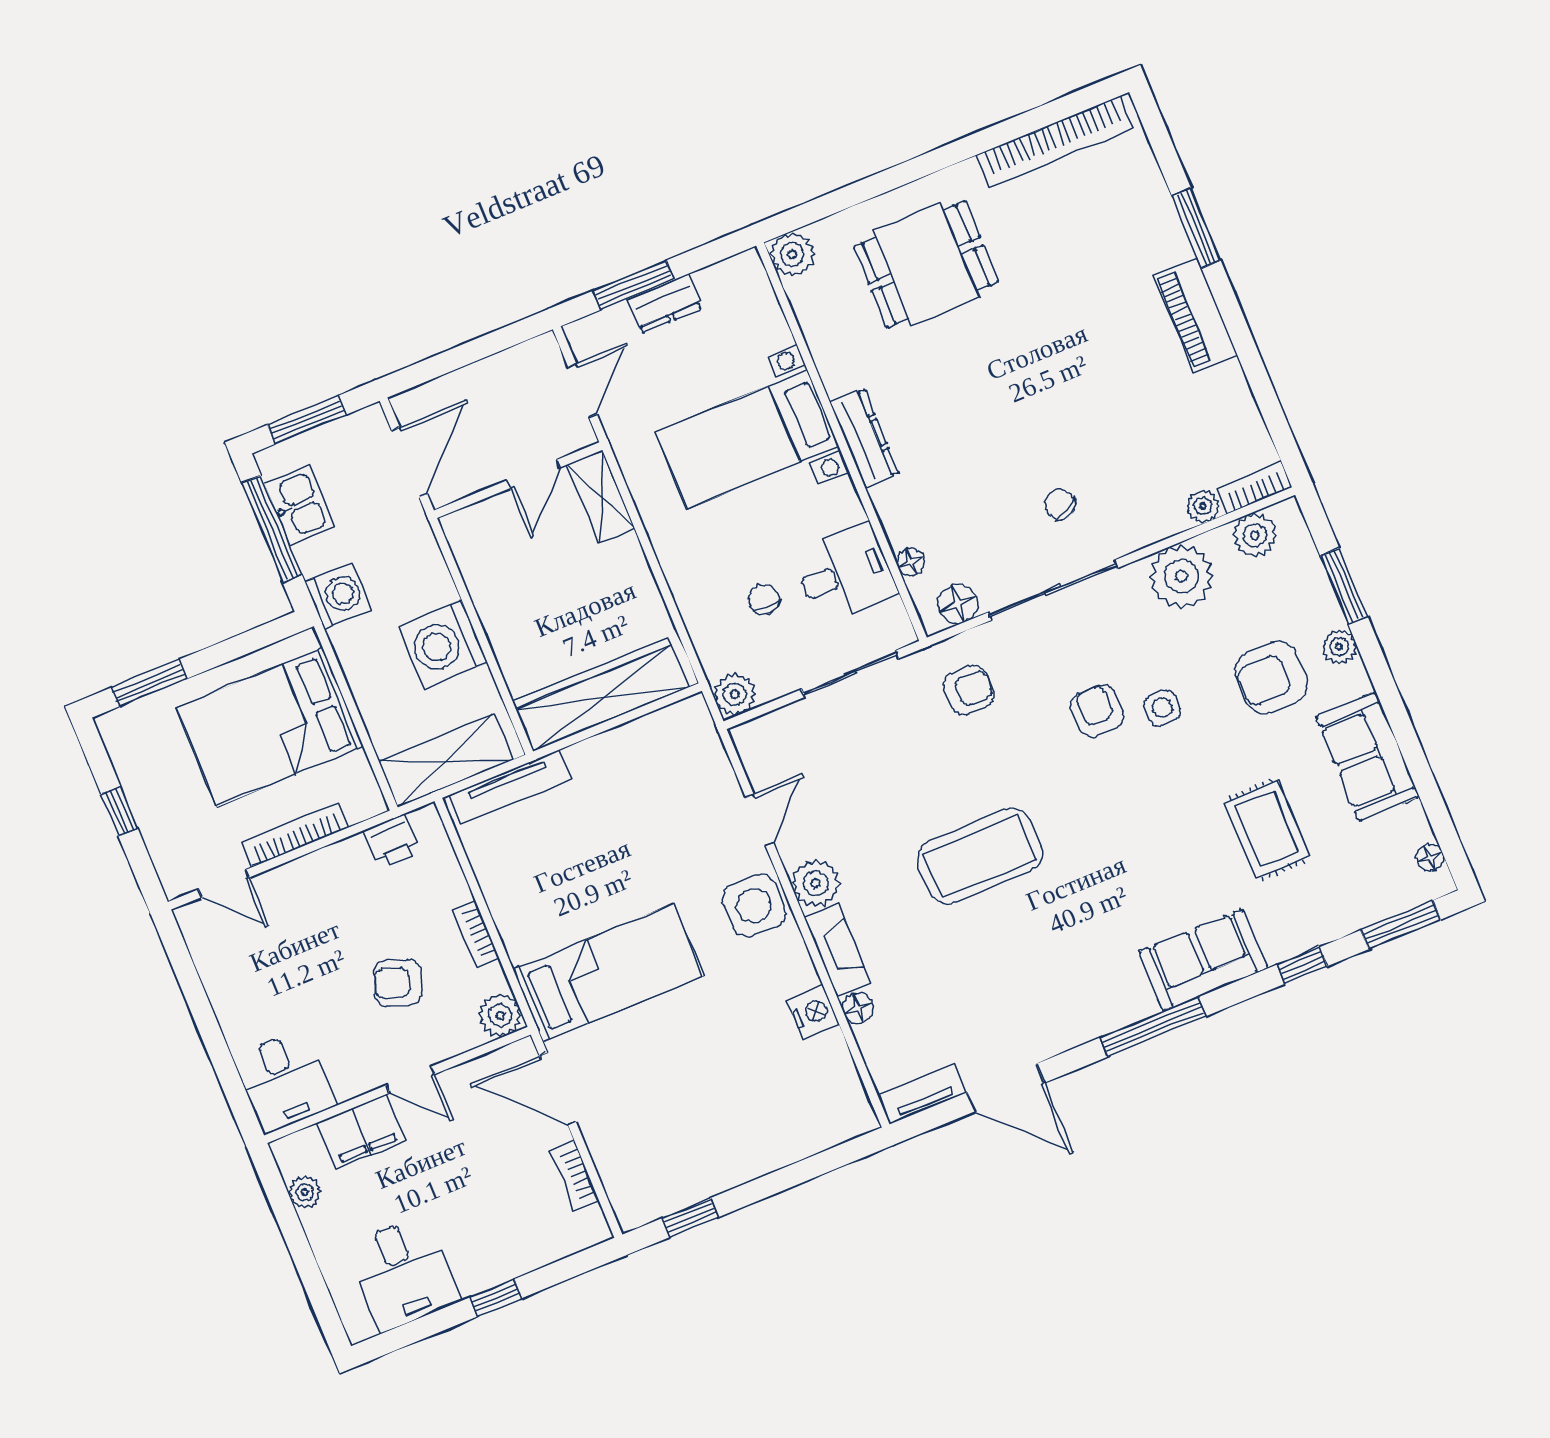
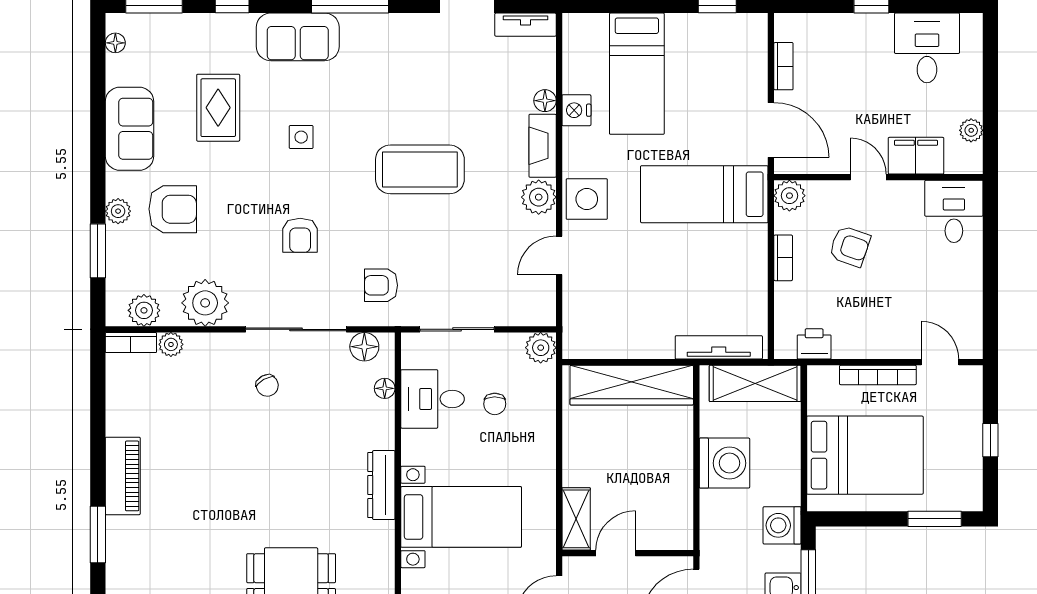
side table: (1162, 708) -> (301, 137), moved
bed: (756, 1090) -> (637, 74), added

